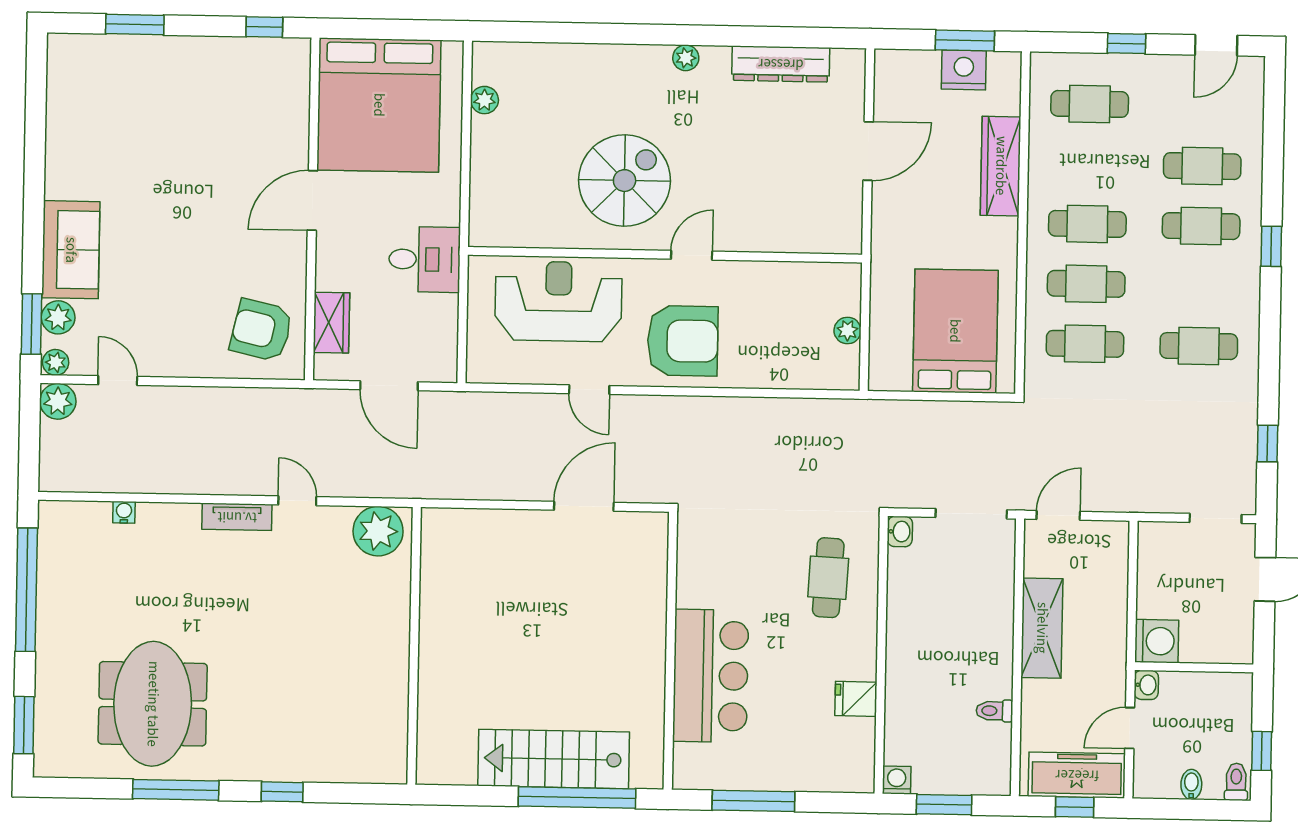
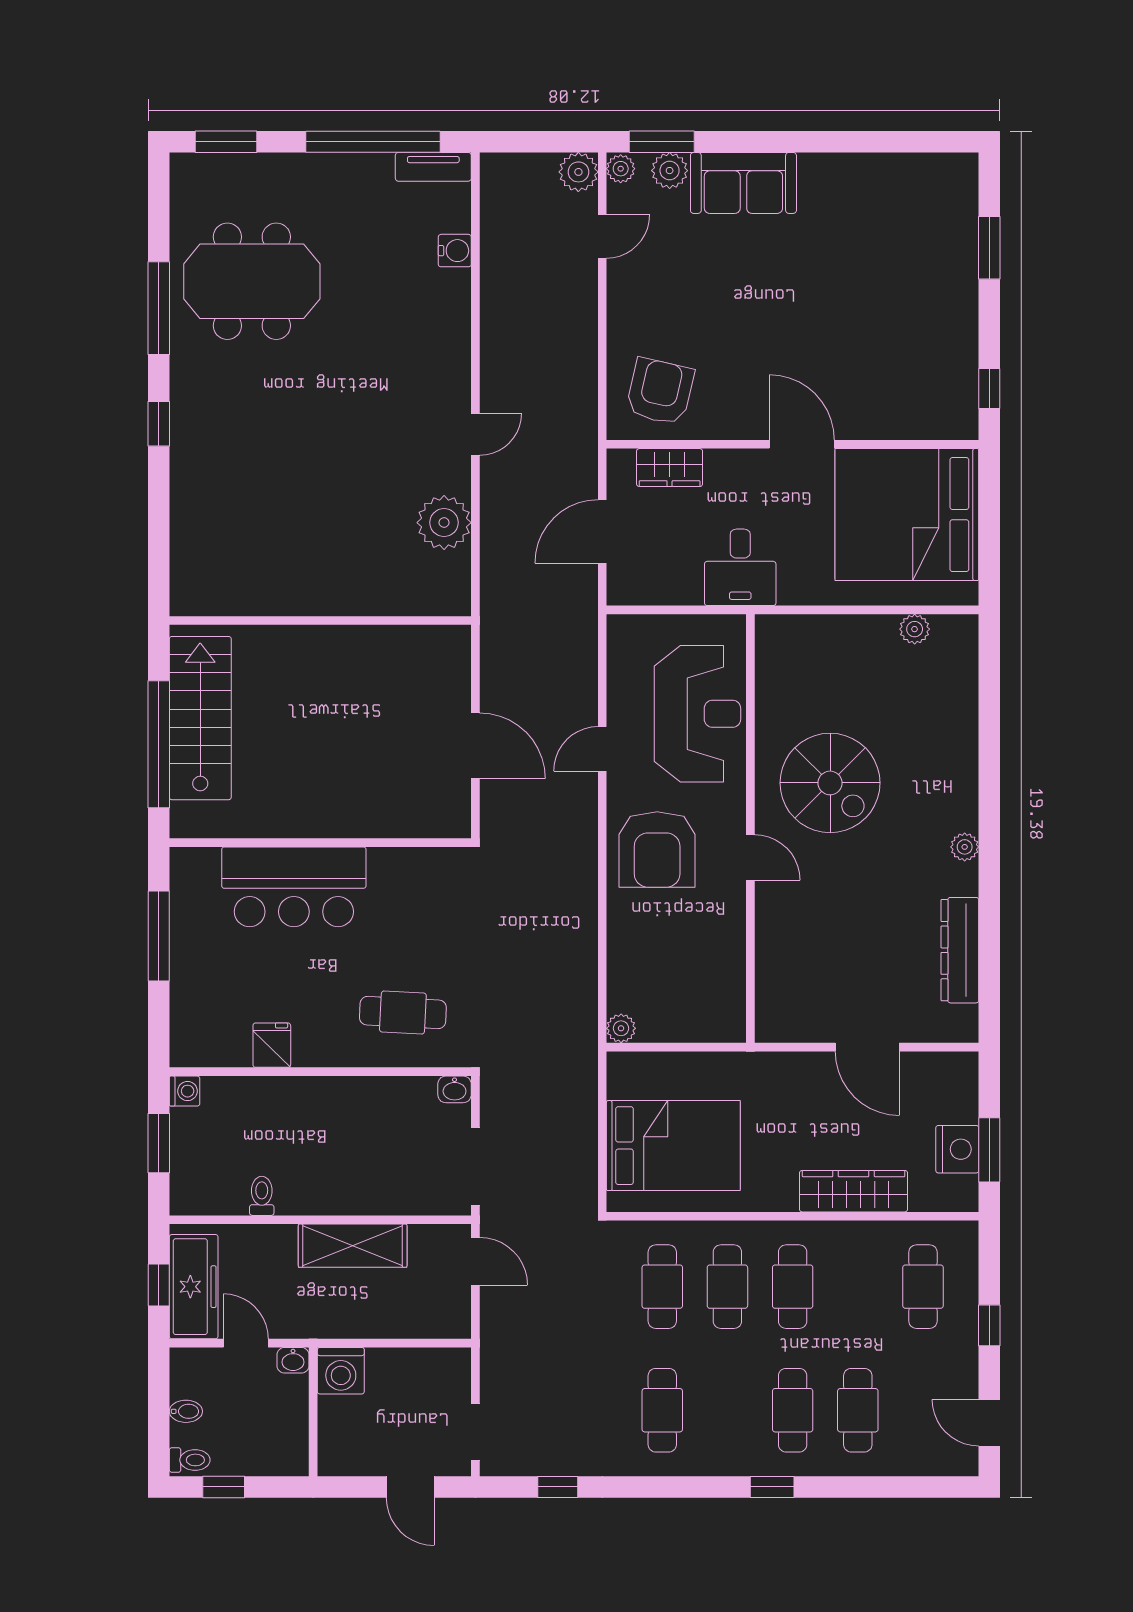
plant: (847, 330) -> (621, 1028), moved
water cooler: (124, 512) -> (455, 251), width x1.38, depth x1.38
tv unit: (237, 517) -> (433, 167), moved, turned -90
wall: (414, 646) -> (320, 620), moved

